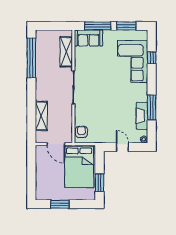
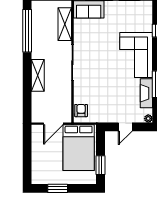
corner sofa: (133, 61) -> (136, 55), moved
shelving: (41, 116) -> (38, 75), moved
door: (56, 144) -> (53, 124), hinge flipped
door: (122, 147) -> (125, 127), swing flipped

